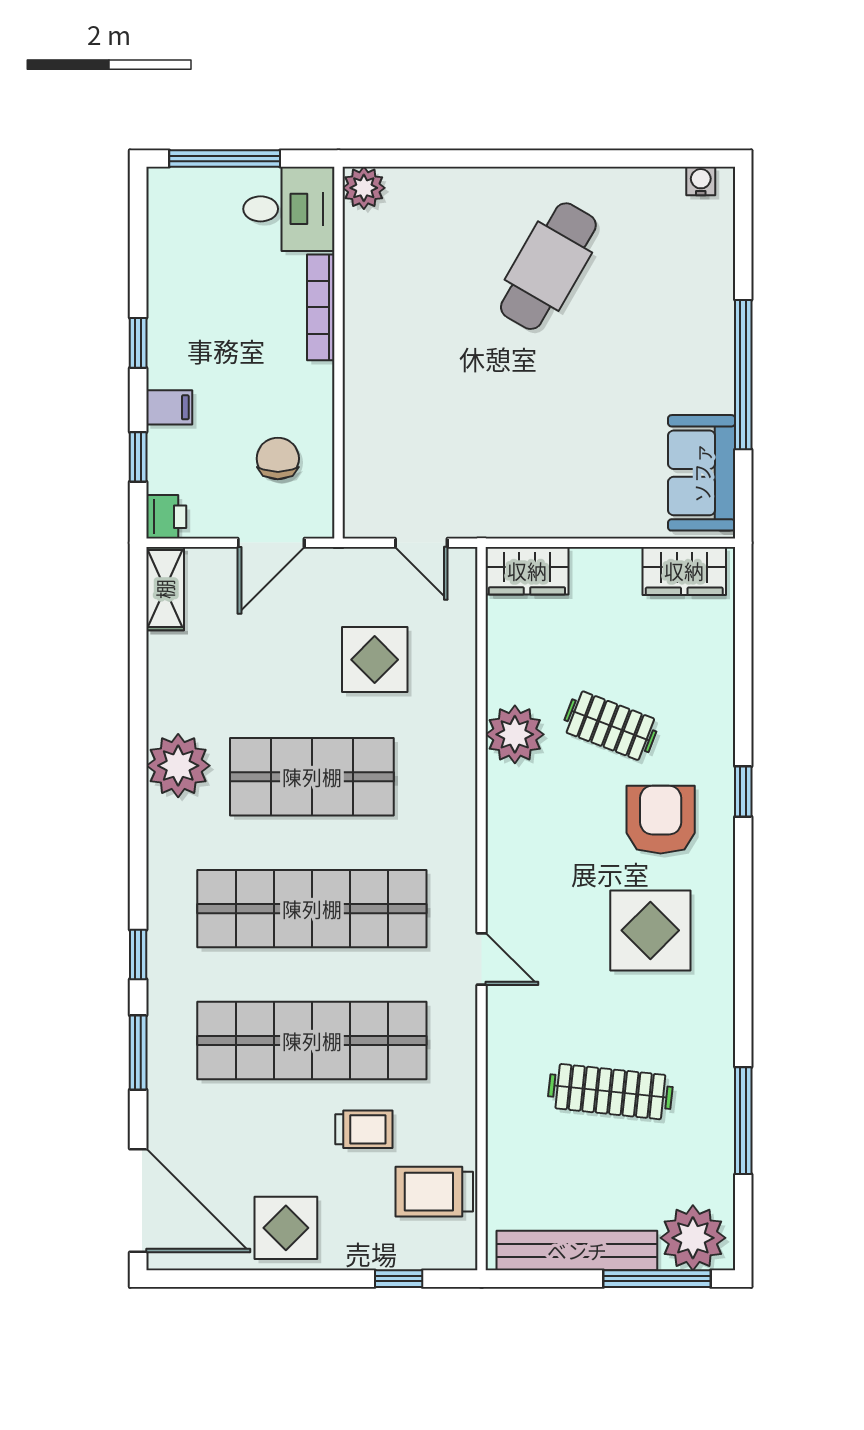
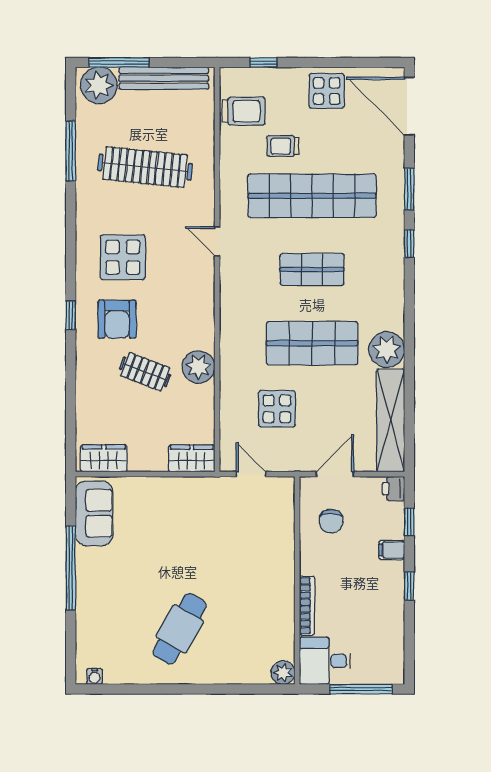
shelving: (165, 589) -> (391, 420), width x2.20, depth x1.33
window: (743, 792) -> (71, 315), moved
shop shelf: (312, 909) -> (312, 269), width x0.50, depth x0.74
clothes rail: (610, 1092) -> (145, 167), width x1.37, depth x1.31

